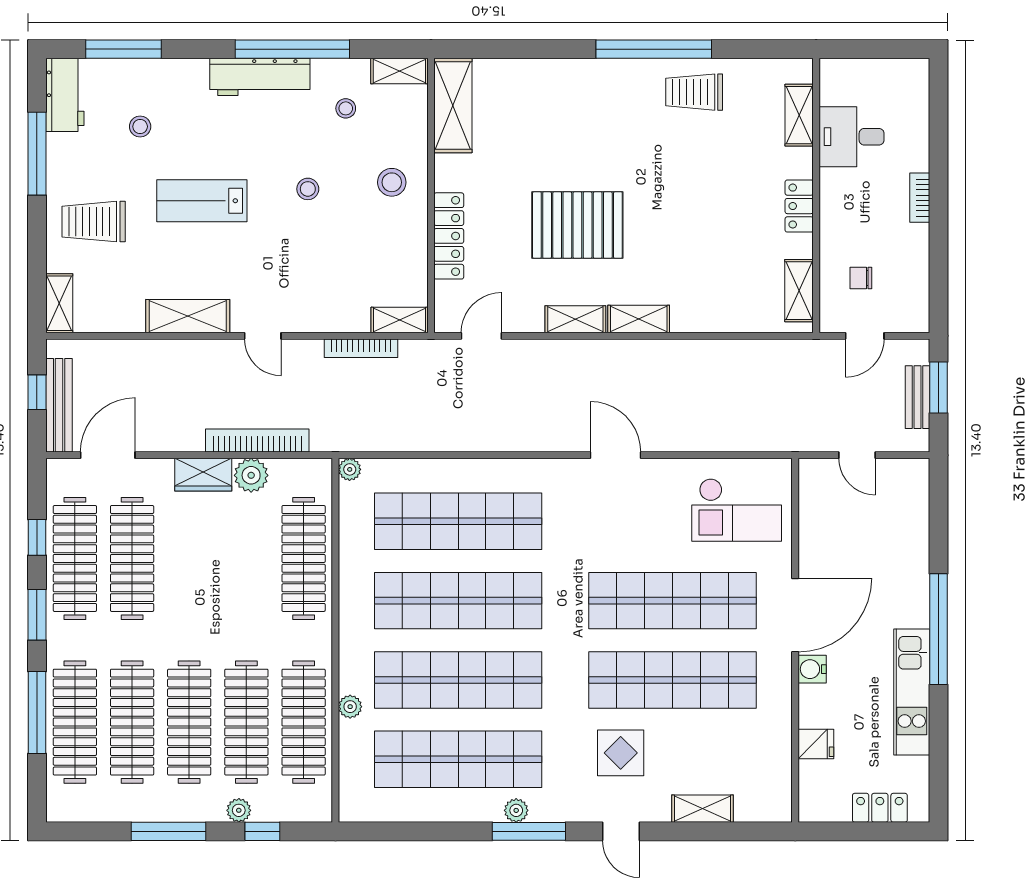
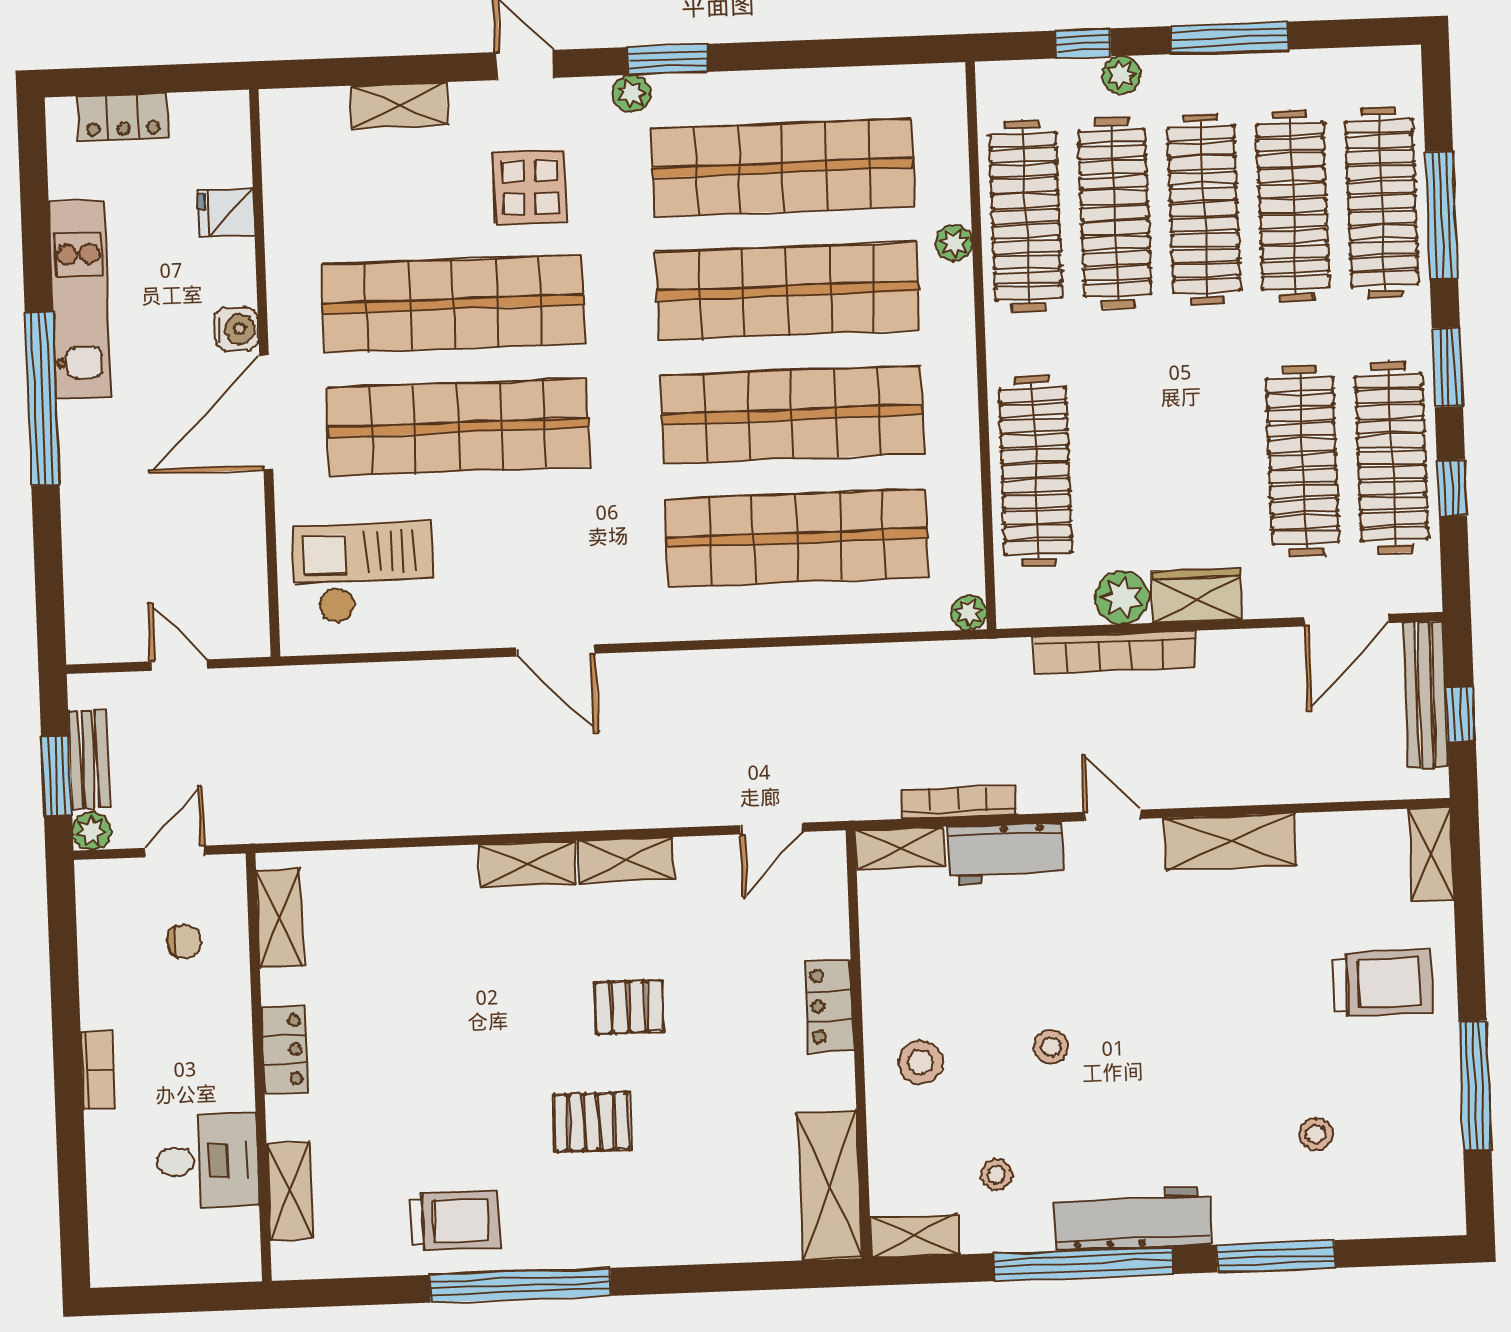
window: (123, 49) -> (1276, 1256), moved
workbench: (65, 95) -> (1006, 854), moved, turned -90
pallet: (604, 152) -> (591, 1122), added
lab bench: (202, 201) -> (1215, 1022), removed
pallet: (577, 225) -> (629, 1007), width x0.49, depth x0.50
locker: (449, 236) -> (829, 1006), width x0.66
plant: (917, 351) -> (92, 831), added
plant: (516, 810) -> (631, 94), moved
window: (529, 831) -> (668, 59), width x0.69

